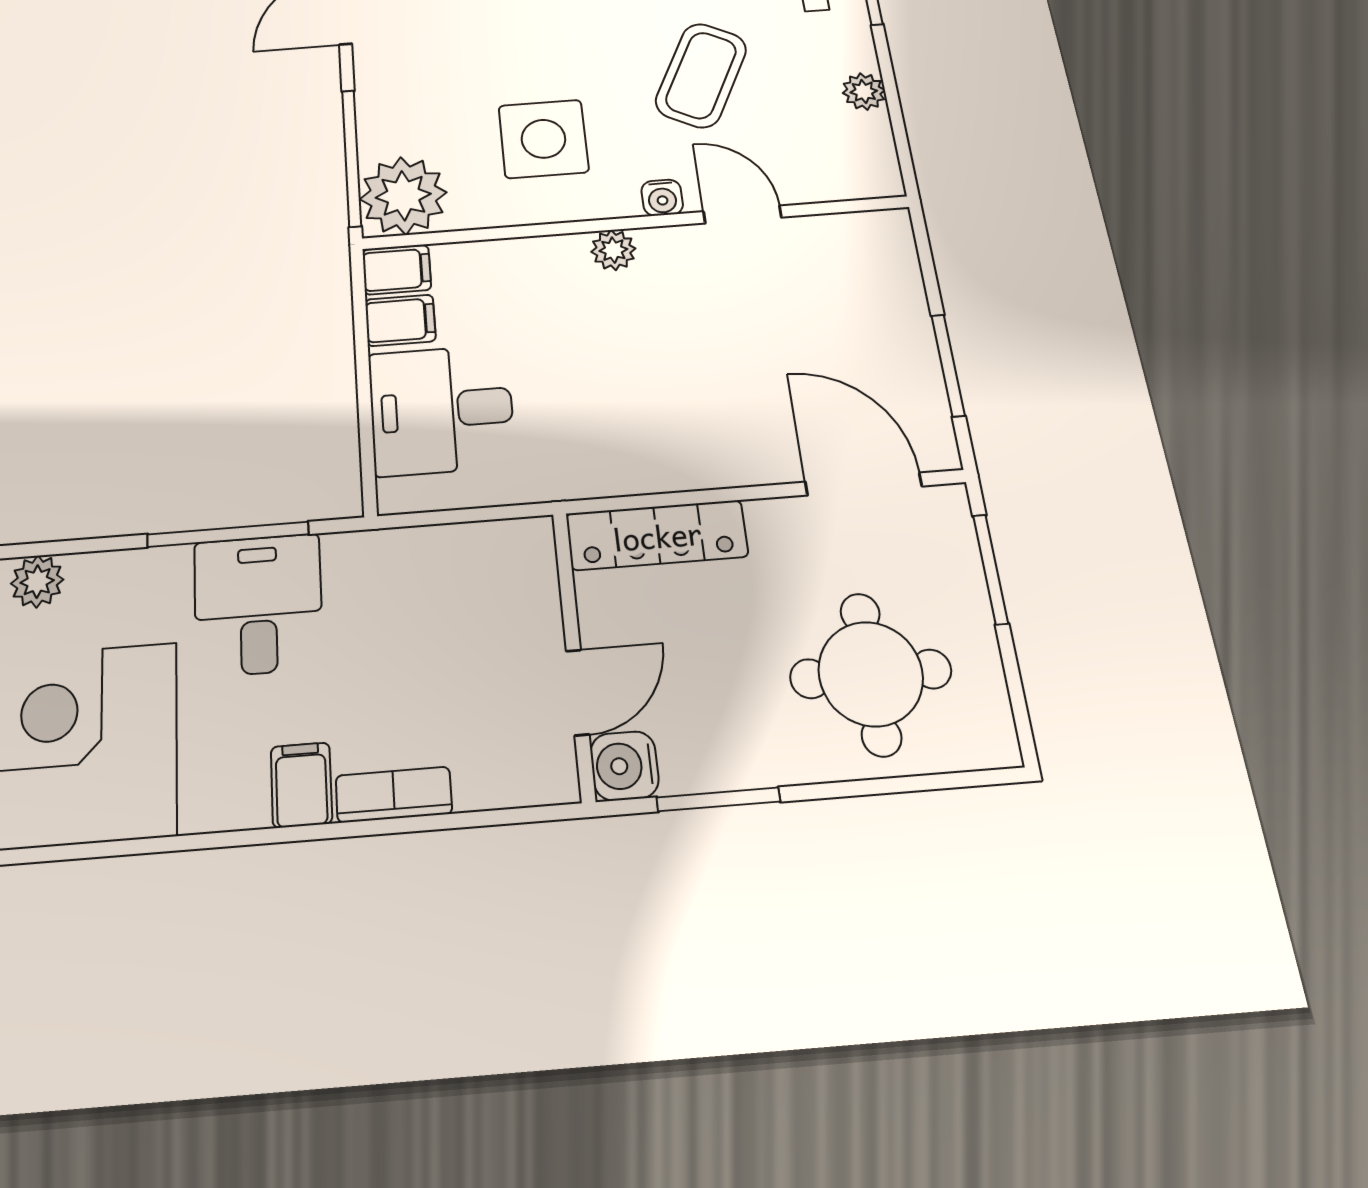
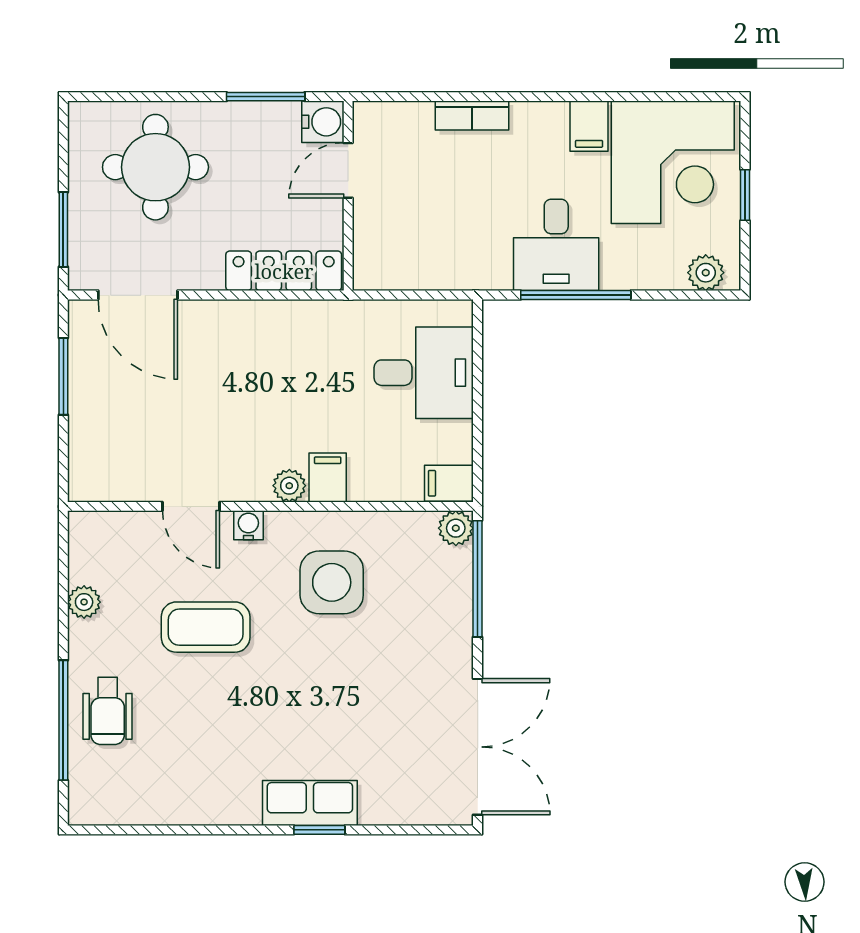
coffee table: (701, 75) -> (206, 627), turned 63
plant: (403, 196) -> (456, 528), width x0.53, depth x0.53
filing cabinet: (400, 320) -> (328, 477), moved, turned 90
filing cabinet: (301, 785) -> (589, 126), moved

